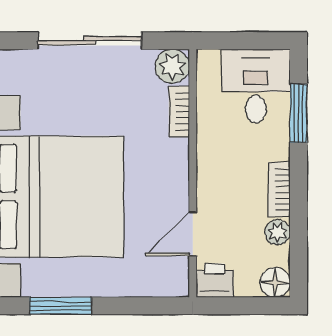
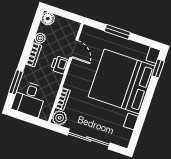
door: (193, 234) -> (74, 49), hinge flipped
printer: (215, 281) -> (60, 65), moved, turned 90
window: (61, 306) -> (117, 32), moved

